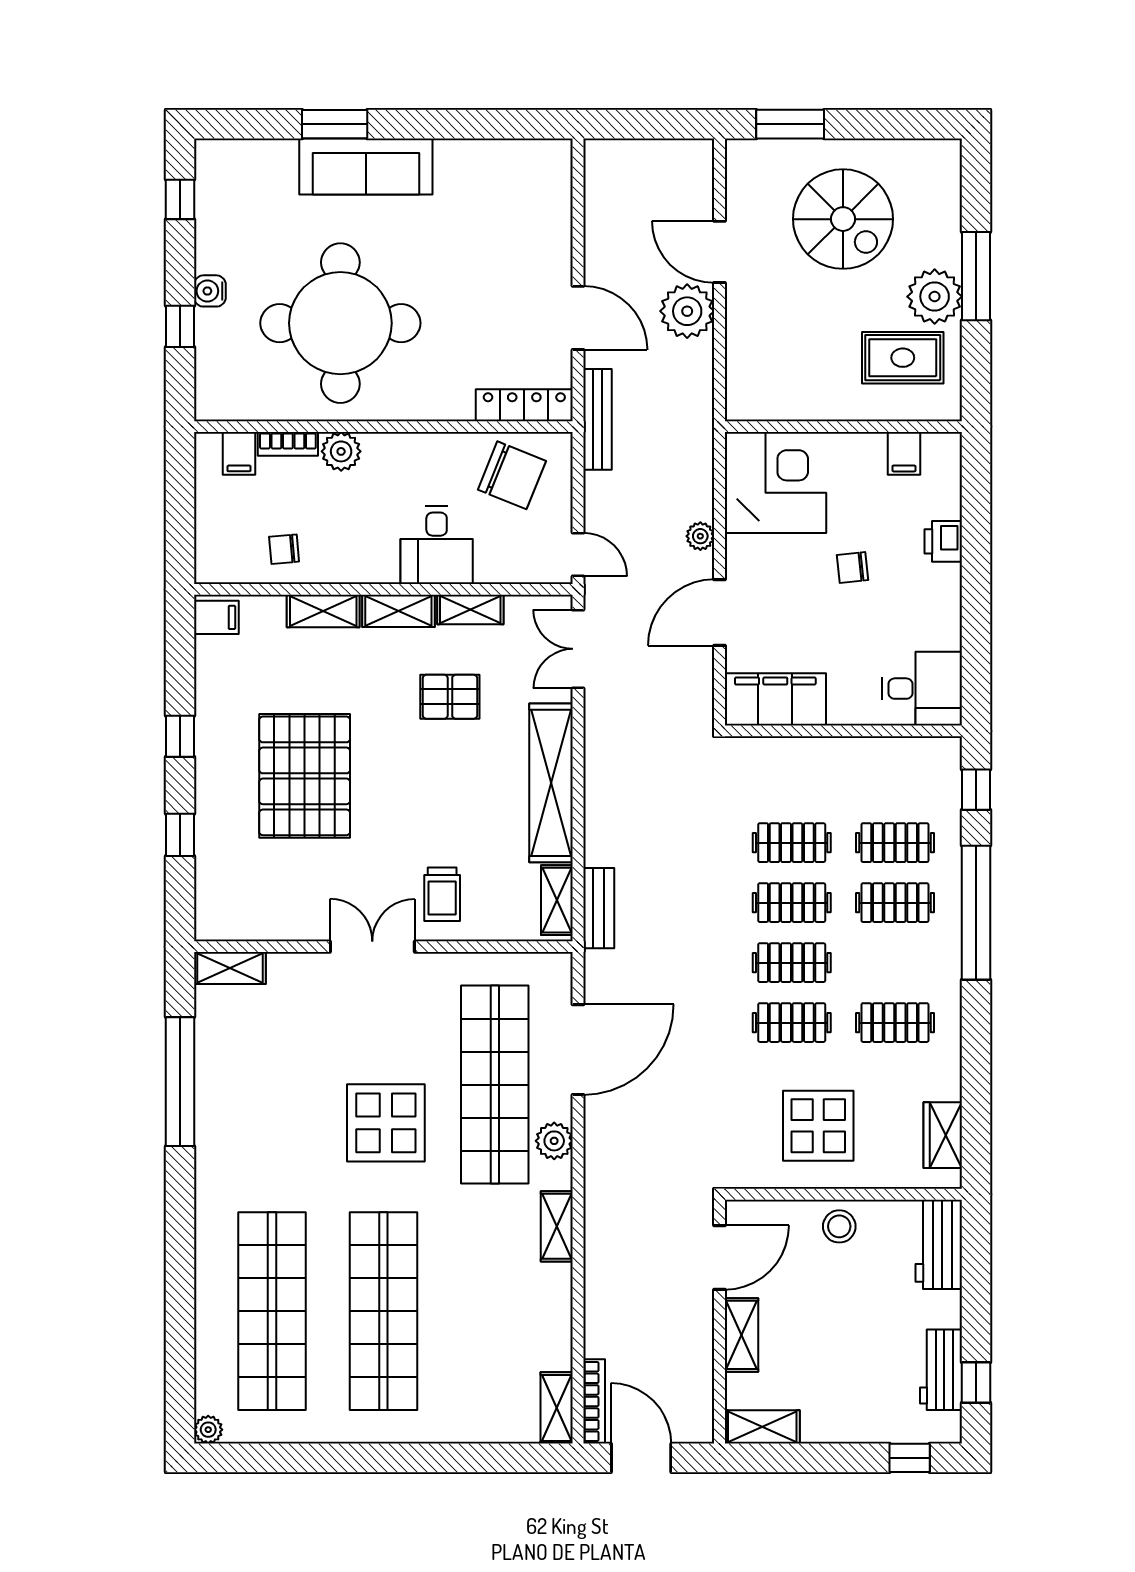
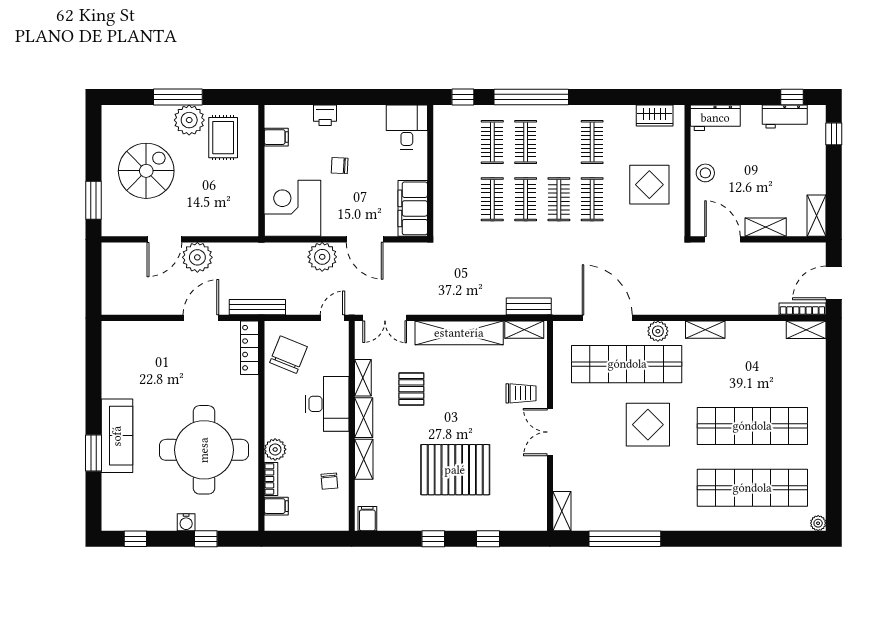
plant: (700, 536) -> (322, 257), width x1.87, depth x1.87
desk: (437, 545) -> (327, 404), width x1.37
chair: (853, 567) -> (340, 166), turned 99

